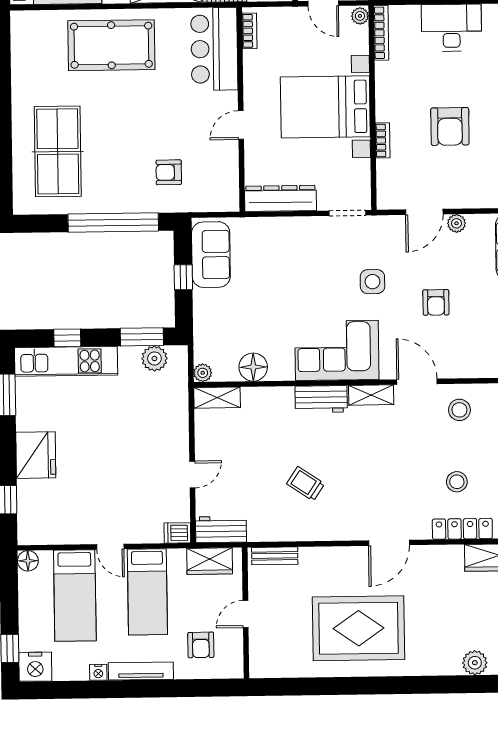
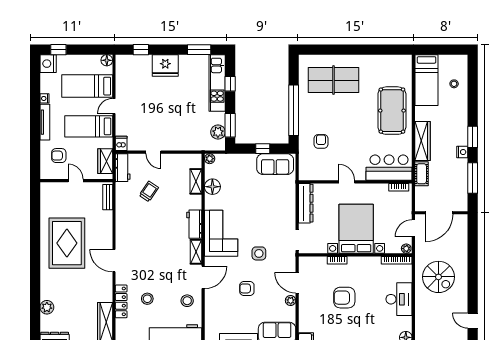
shelving: (217, 398) -> (196, 181), moved
trolley: (306, 484) -> (149, 191), moved

